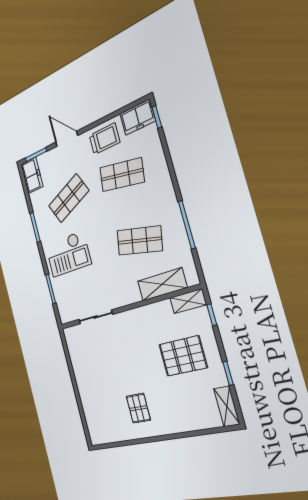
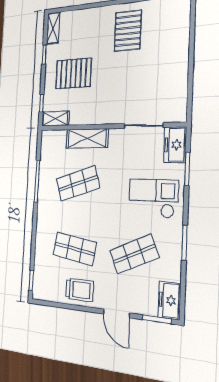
freezer: (138, 117) -> (175, 145), moved, turned -90
trolley: (105, 139) -> (79, 290), turned 180
shop shelf: (140, 241) -> (78, 183), turned -30
shelving: (162, 284) -> (87, 138), moved
pallet: (138, 408) -> (128, 31), width x1.50, depth x1.42

